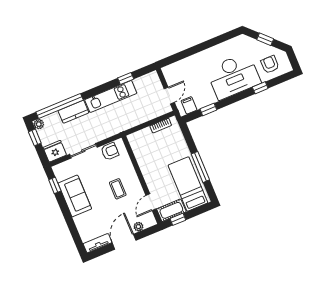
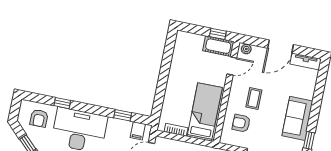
armchair: (110, 151) -> (241, 123), moved
window: (200, 167) -> (165, 68), removed
bed: (188, 184) -> (205, 112), moved, turned 180
plant: (138, 227) -> (246, 49), moved

